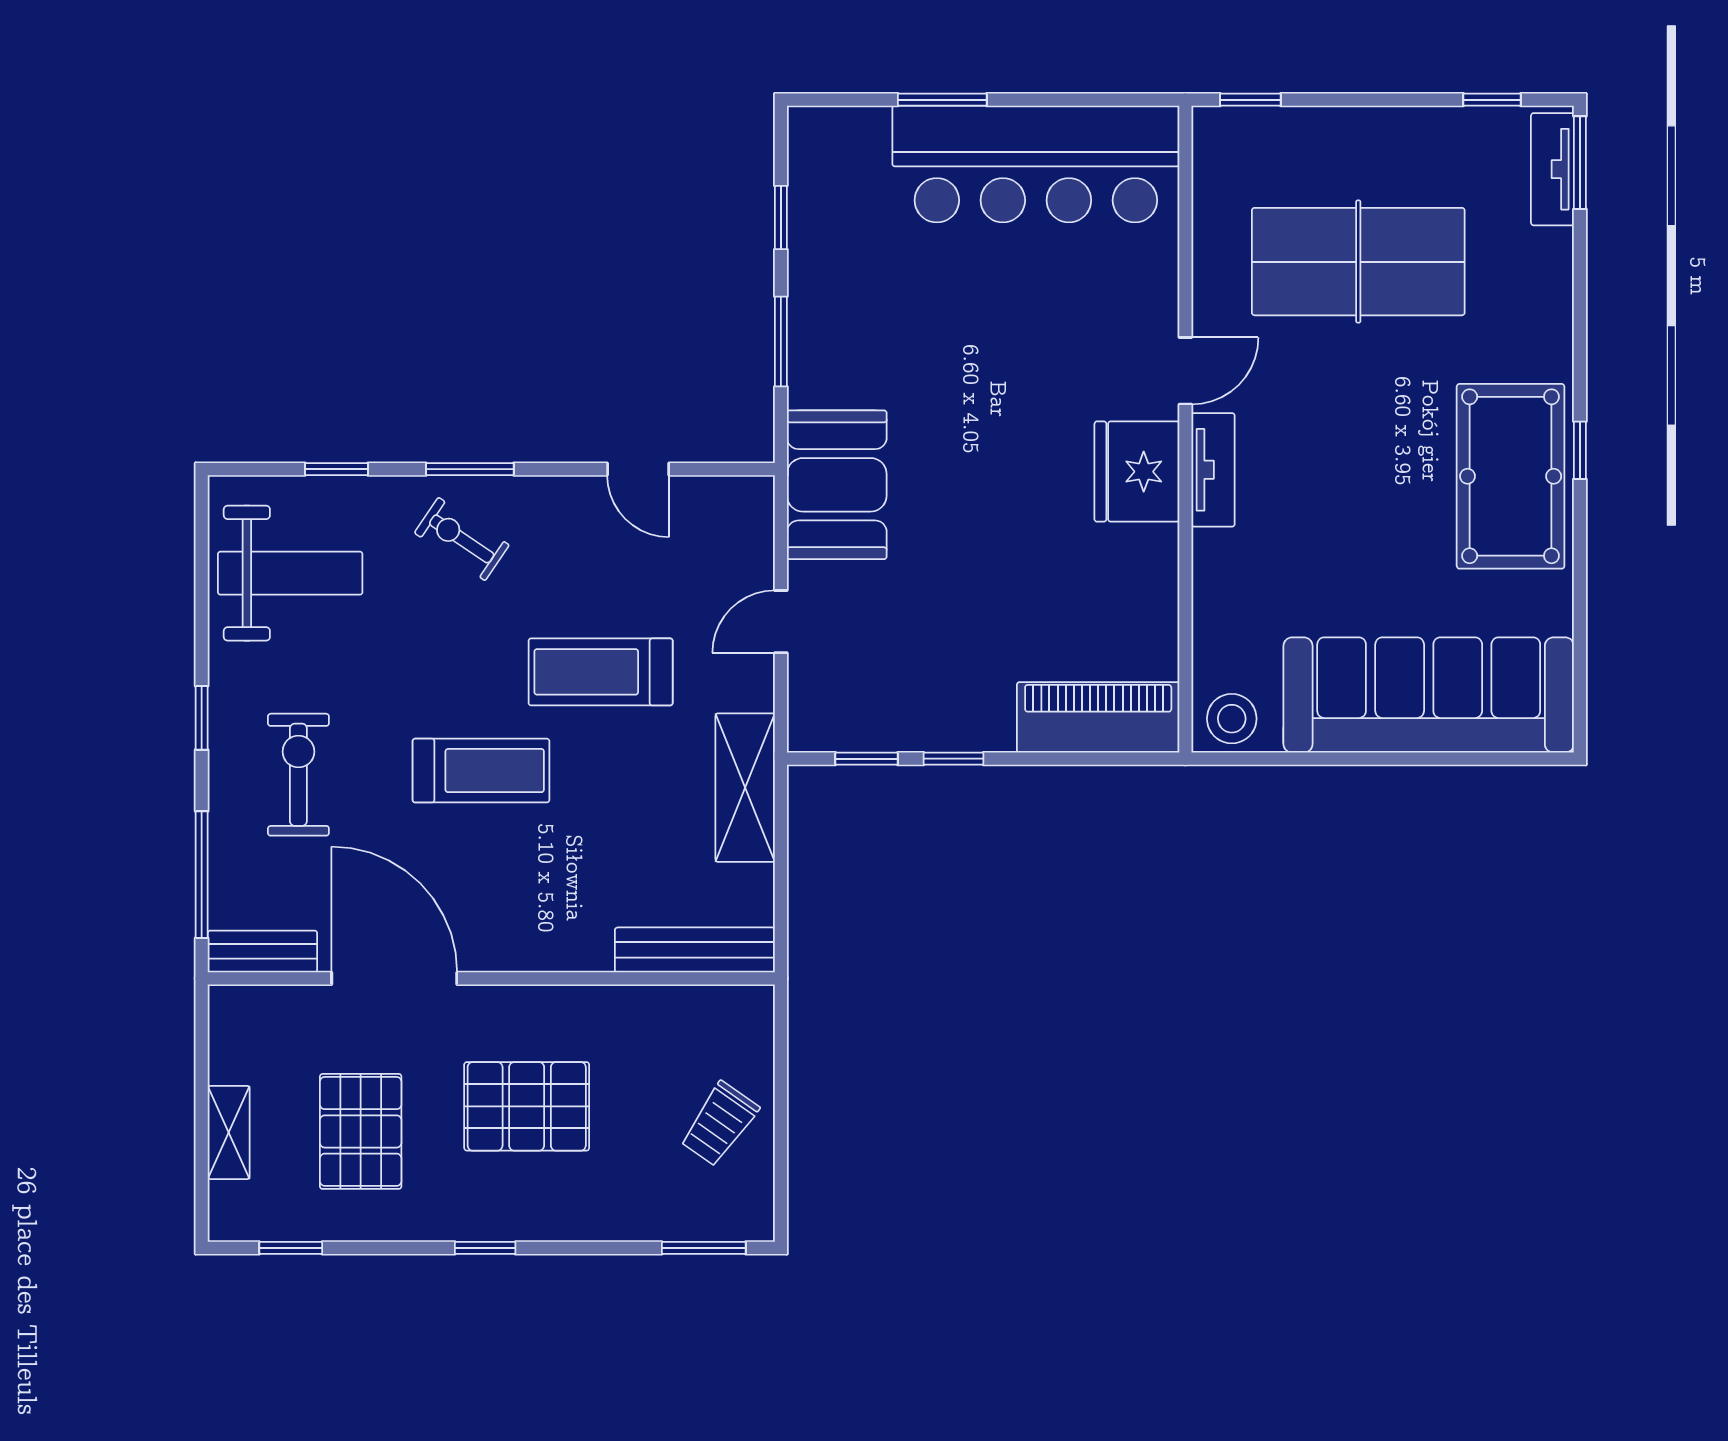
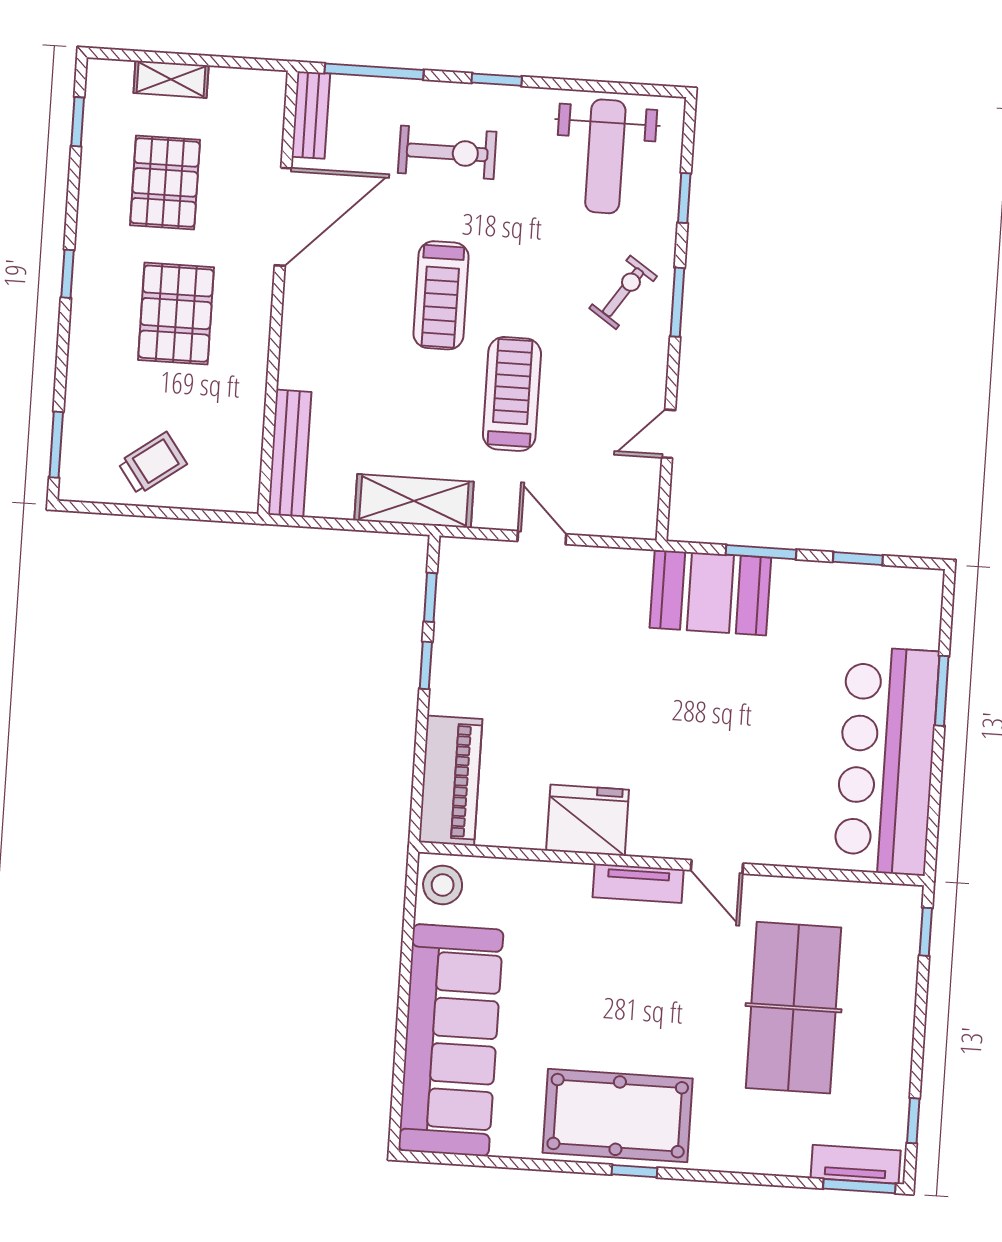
fridge: (1137, 472) -> (588, 820), moved
booth: (837, 485) -> (710, 593), moved
trolley: (719, 1124) -> (152, 463), turned 109
pallet: (361, 1131) -> (165, 182), turned 90

